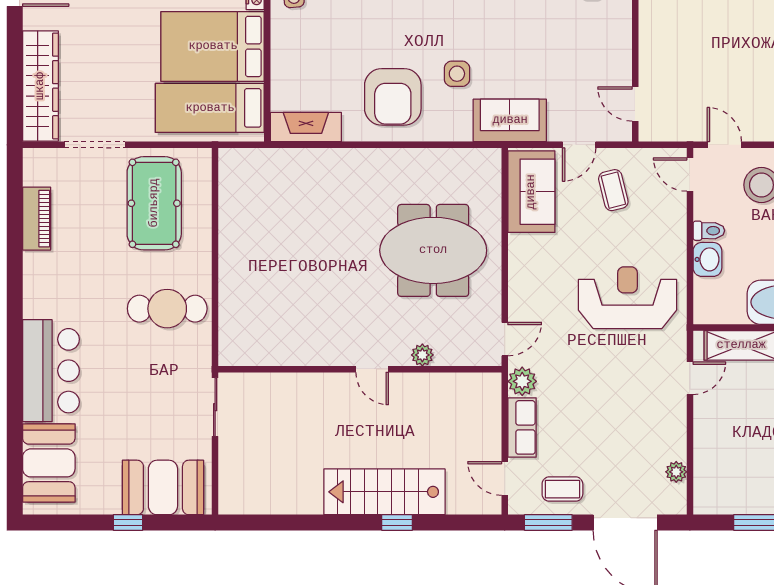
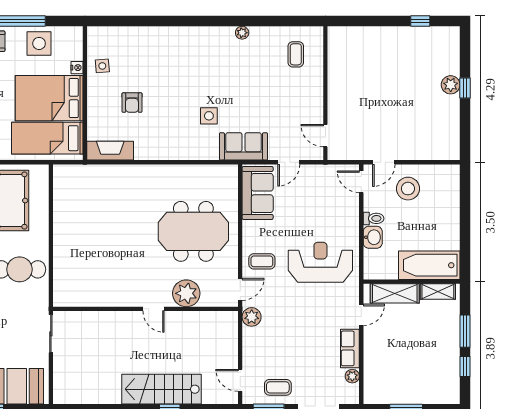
armchair: (393, 97) -> (132, 103), moved, width x0.53, depth x0.53
door: (724, 145) -> (384, 162), swing flipped
coffee table: (613, 190) -> (262, 261), moved, turned -76
plant: (422, 355) -> (186, 293), width x1.88, depth x1.88
row of seats: (522, 427) -> (350, 348), moved, turned 180

